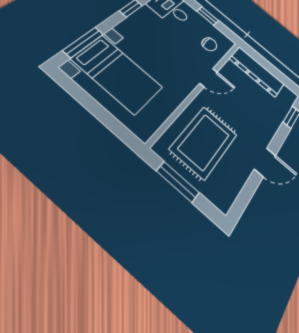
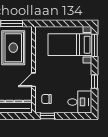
window: (208, 16) -> (47, 116), moved

